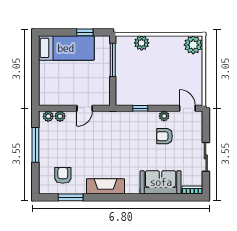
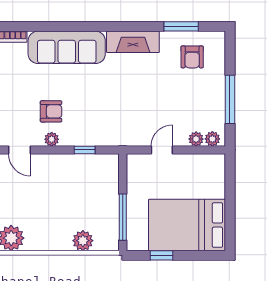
bed: (66, 48) -> (187, 225), width x1.50
sofa: (161, 182) -> (67, 47), width x1.36

